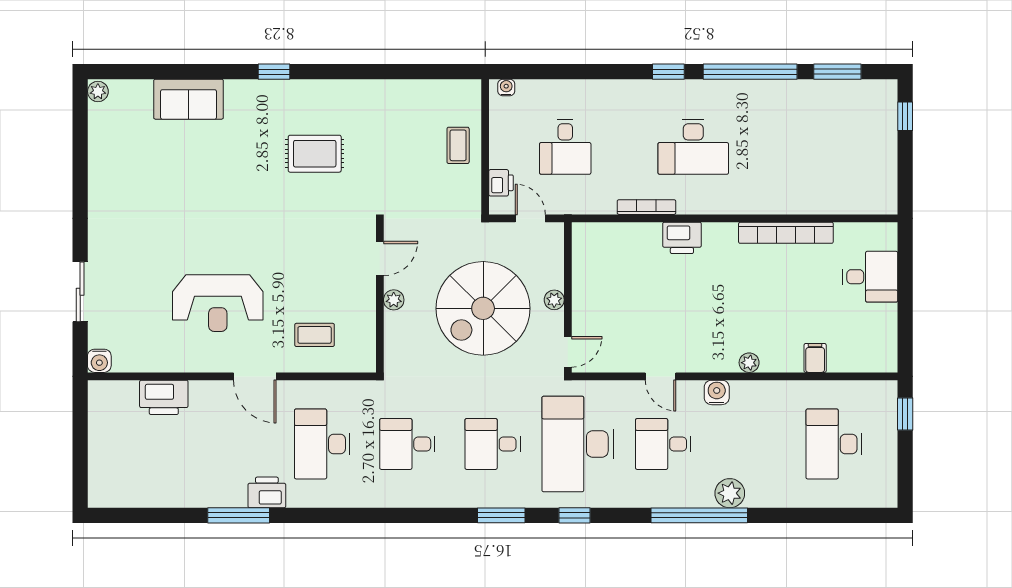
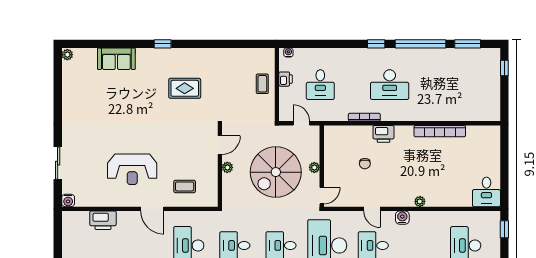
printer: (501, 183) -> (286, 79), moved
desk: (870, 277) -> (486, 192), moved, turned 90
chair: (647, 293) -> (365, 164), added
filing cabinet: (815, 358) -> (456, 199), removed

